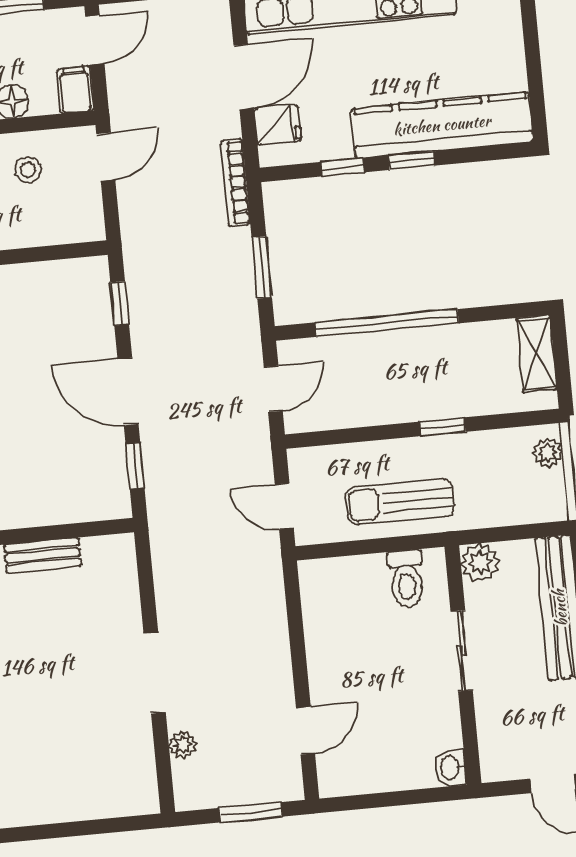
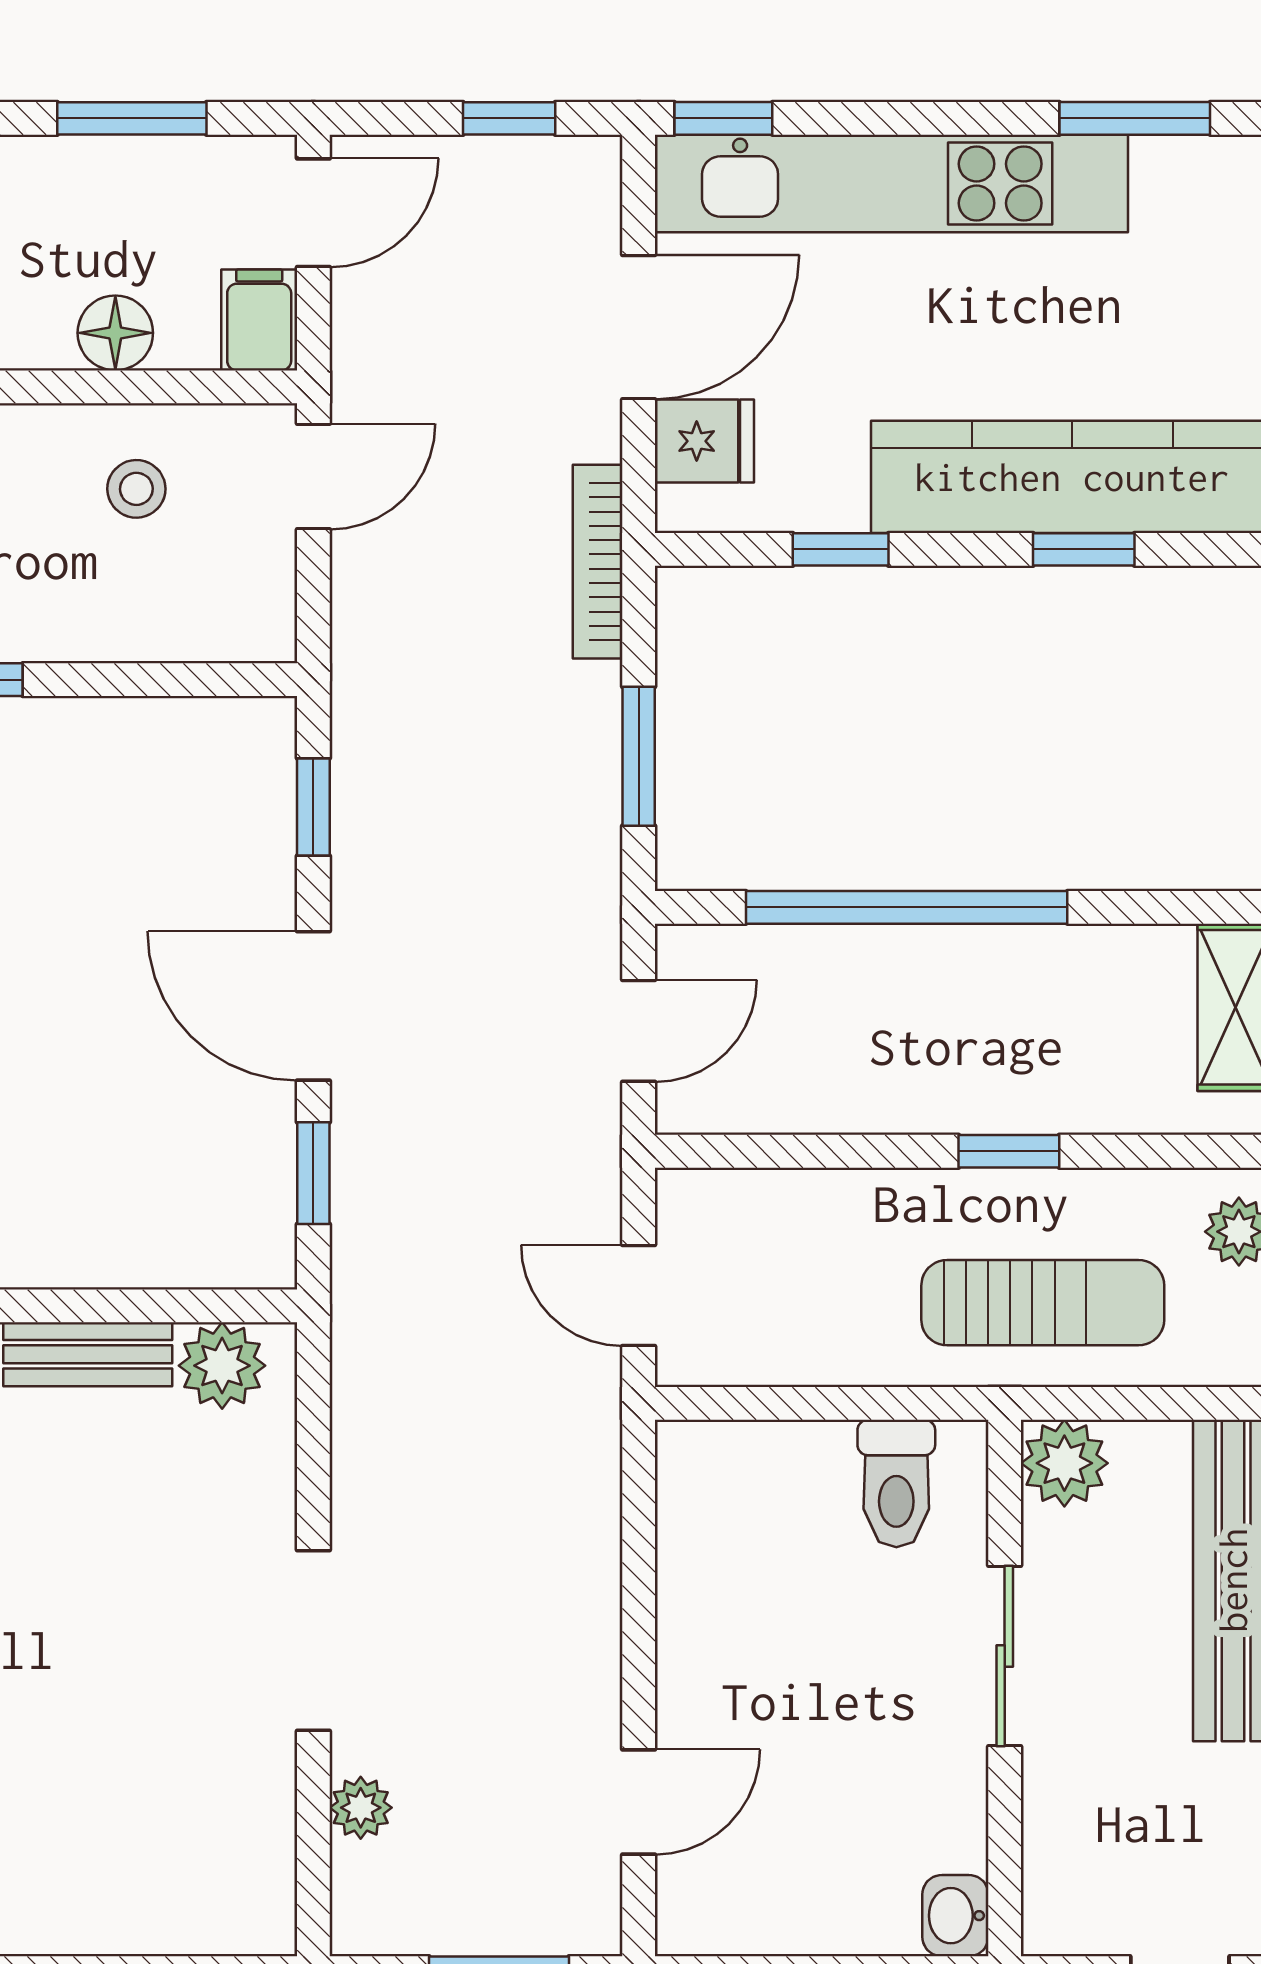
window: (411, 161) -> (1084, 549), moved
sun lounger: (400, 502) -> (1043, 1303), moved, turned 180
plant: (103, 555) -> (222, 1366), added

